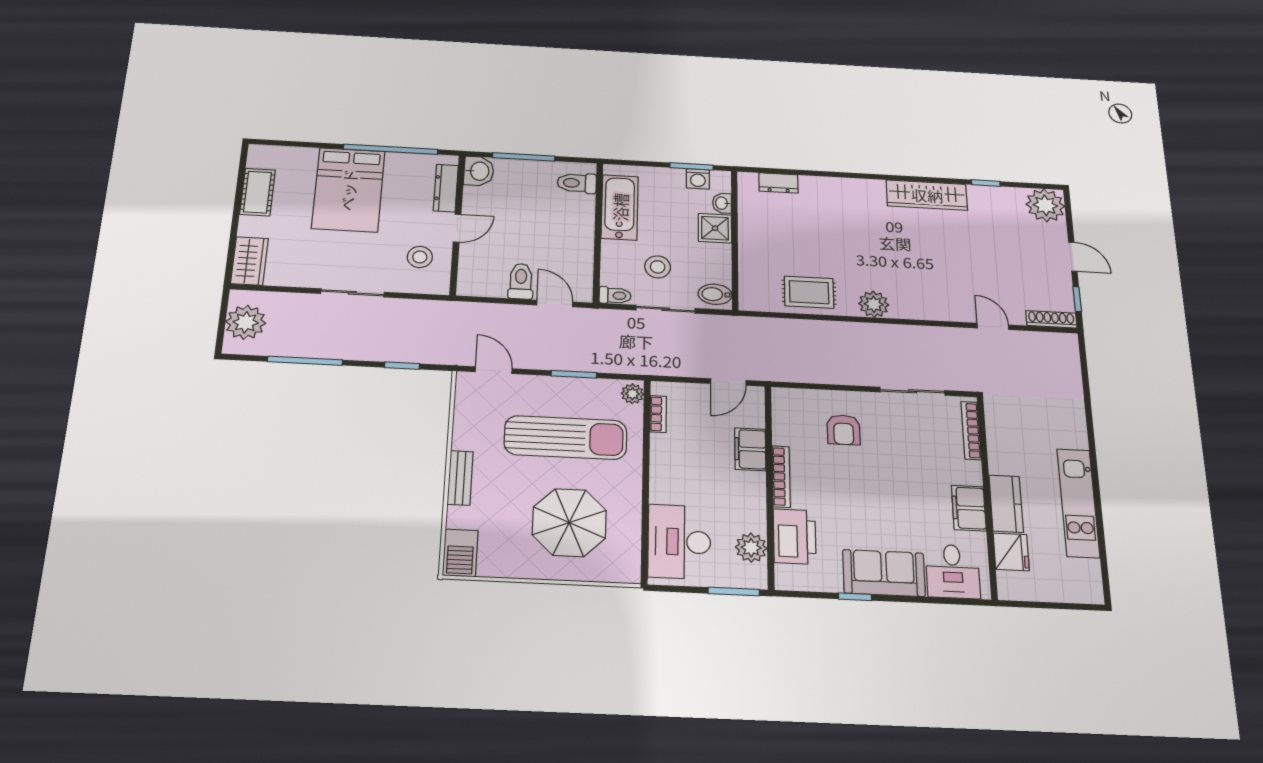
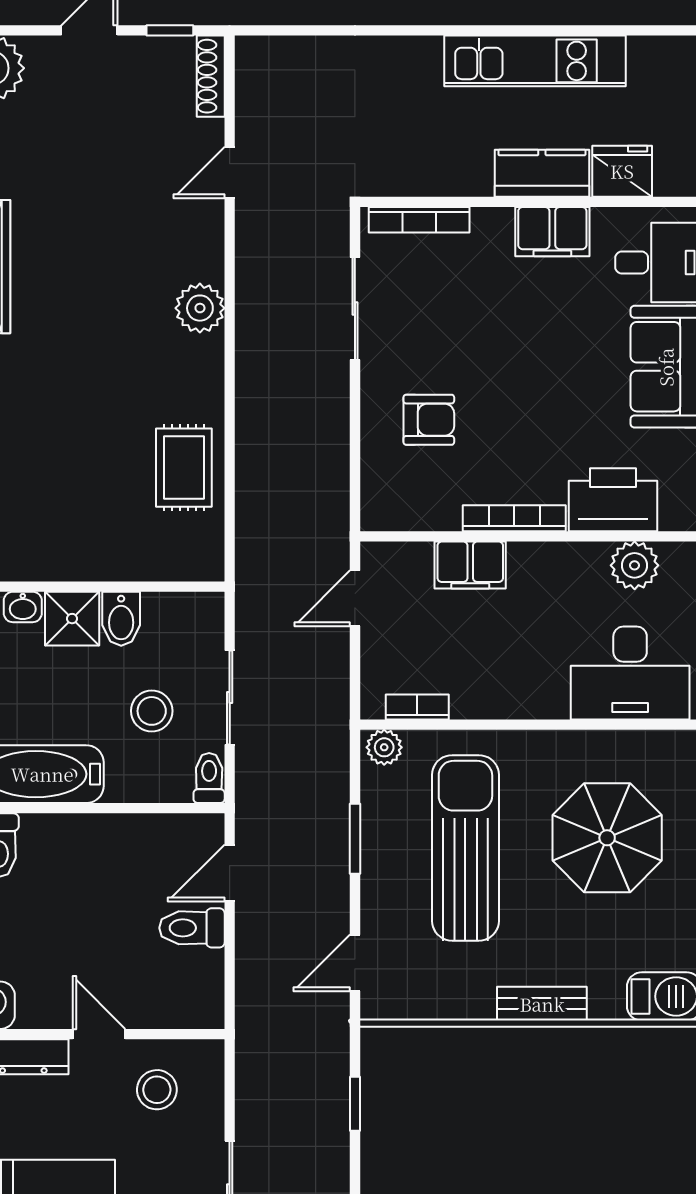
bidet: (715, 294) -> (121, 619), moved
plant: (874, 304) -> (200, 308), moved
door: (728, 382) -> (355, 598), swing flipped

